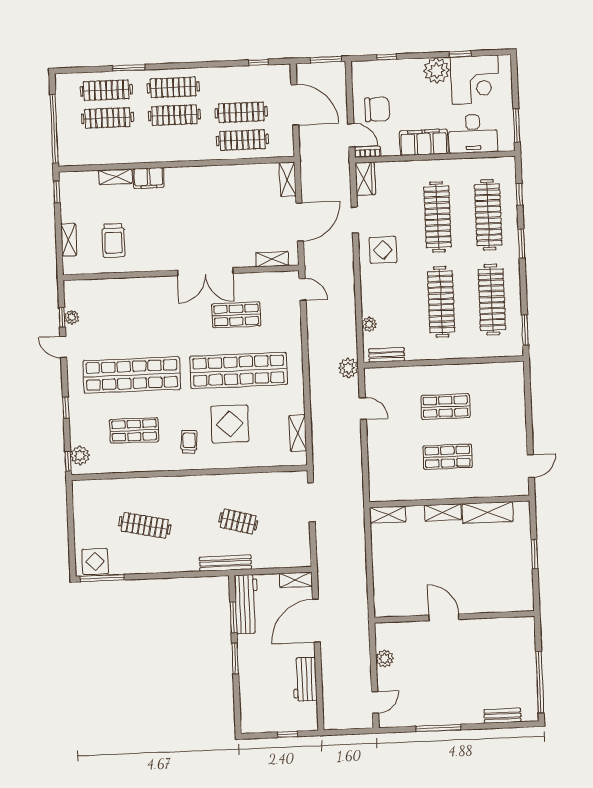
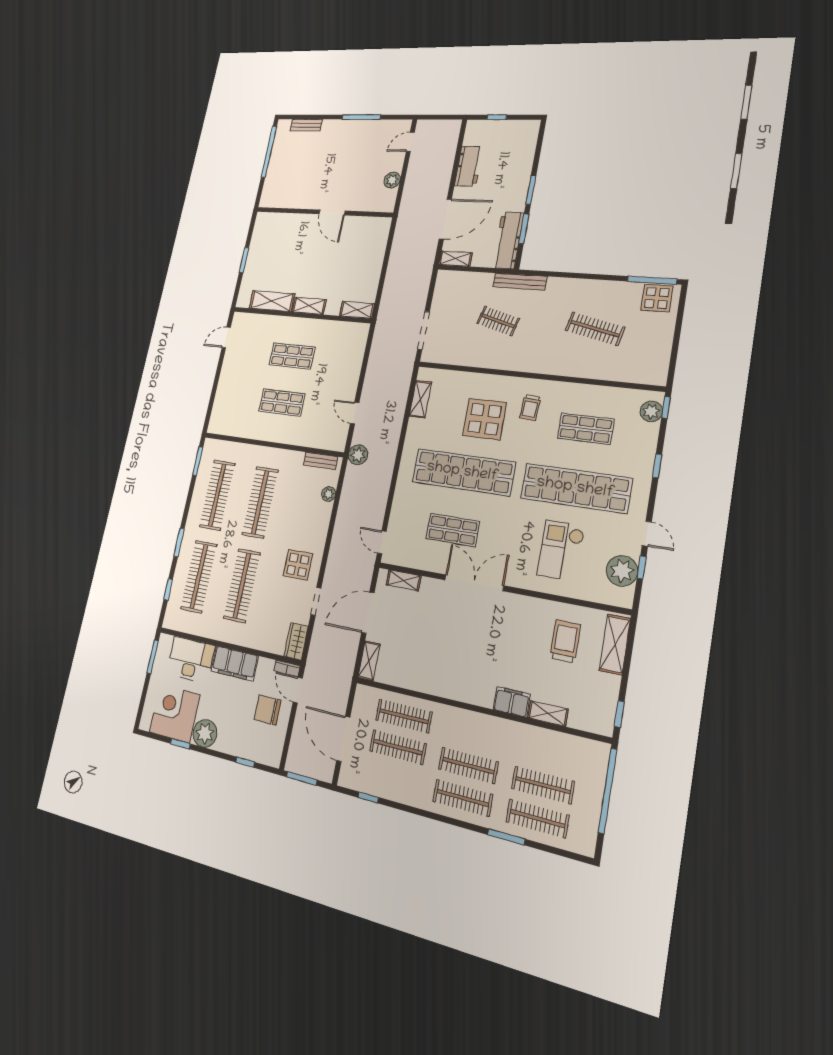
shelving: (69, 240) -> (615, 644), width x1.50, depth x1.33
plant: (72, 317) -> (622, 571), width x1.88, depth x1.88
checkout: (133, 317) -> (561, 550), added

